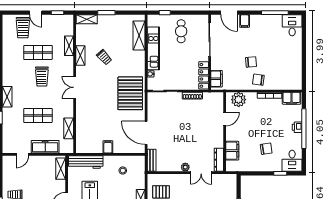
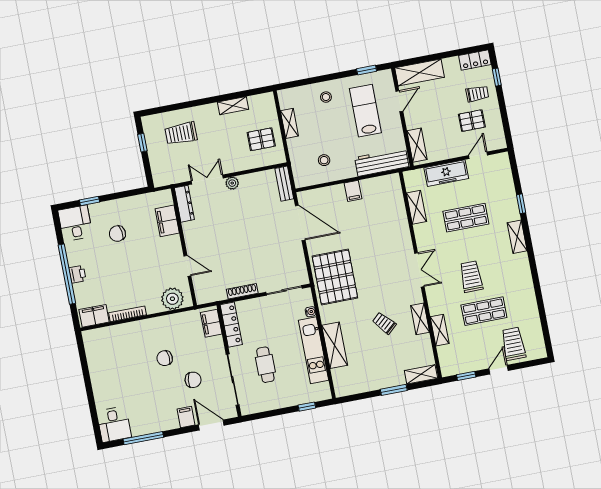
door: (36, 13) -> (499, 370), hinge flipped
cafe table: (181, 31) -> (265, 365), moved
shelving: (139, 35) -> (335, 345), moved
chair: (258, 80) -> (193, 380), moved
door: (225, 119) -> (187, 266), swing flipped
pallet: (22, 178) -> (472, 121), added

